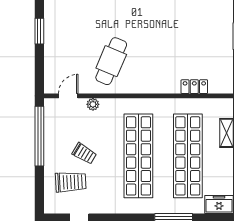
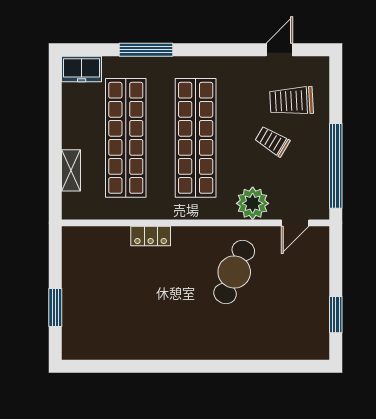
locker: (194, 87) -> (151, 236), moved
plant: (93, 104) -> (253, 203), width x1.88, depth x1.88

